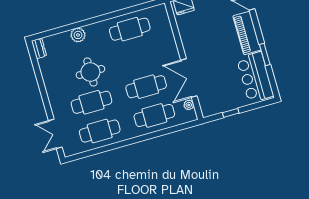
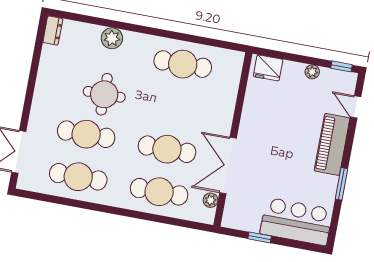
bar counter: (255, 77) -> (296, 221), moved, turned 90

